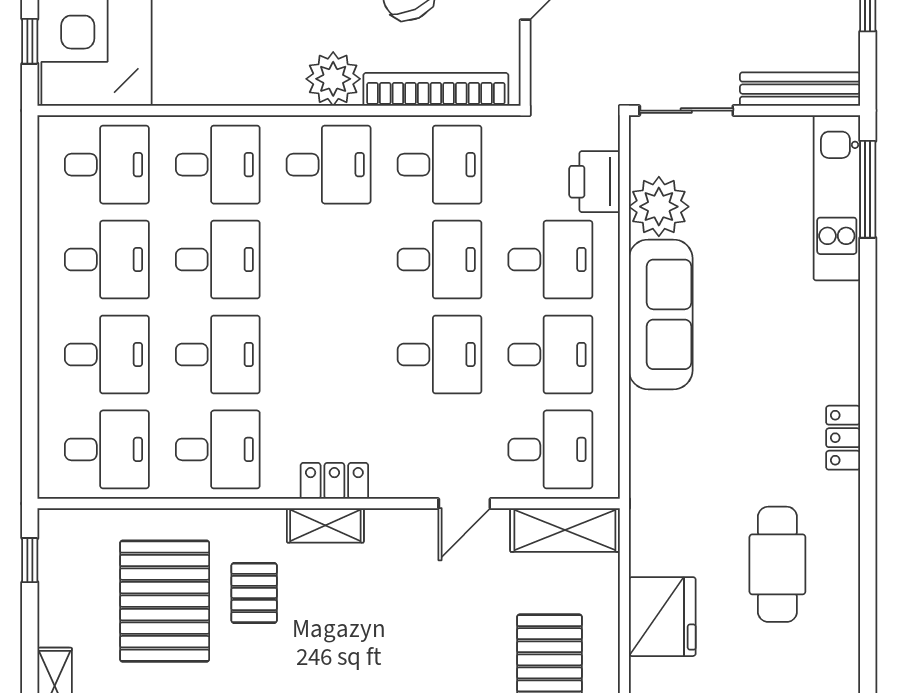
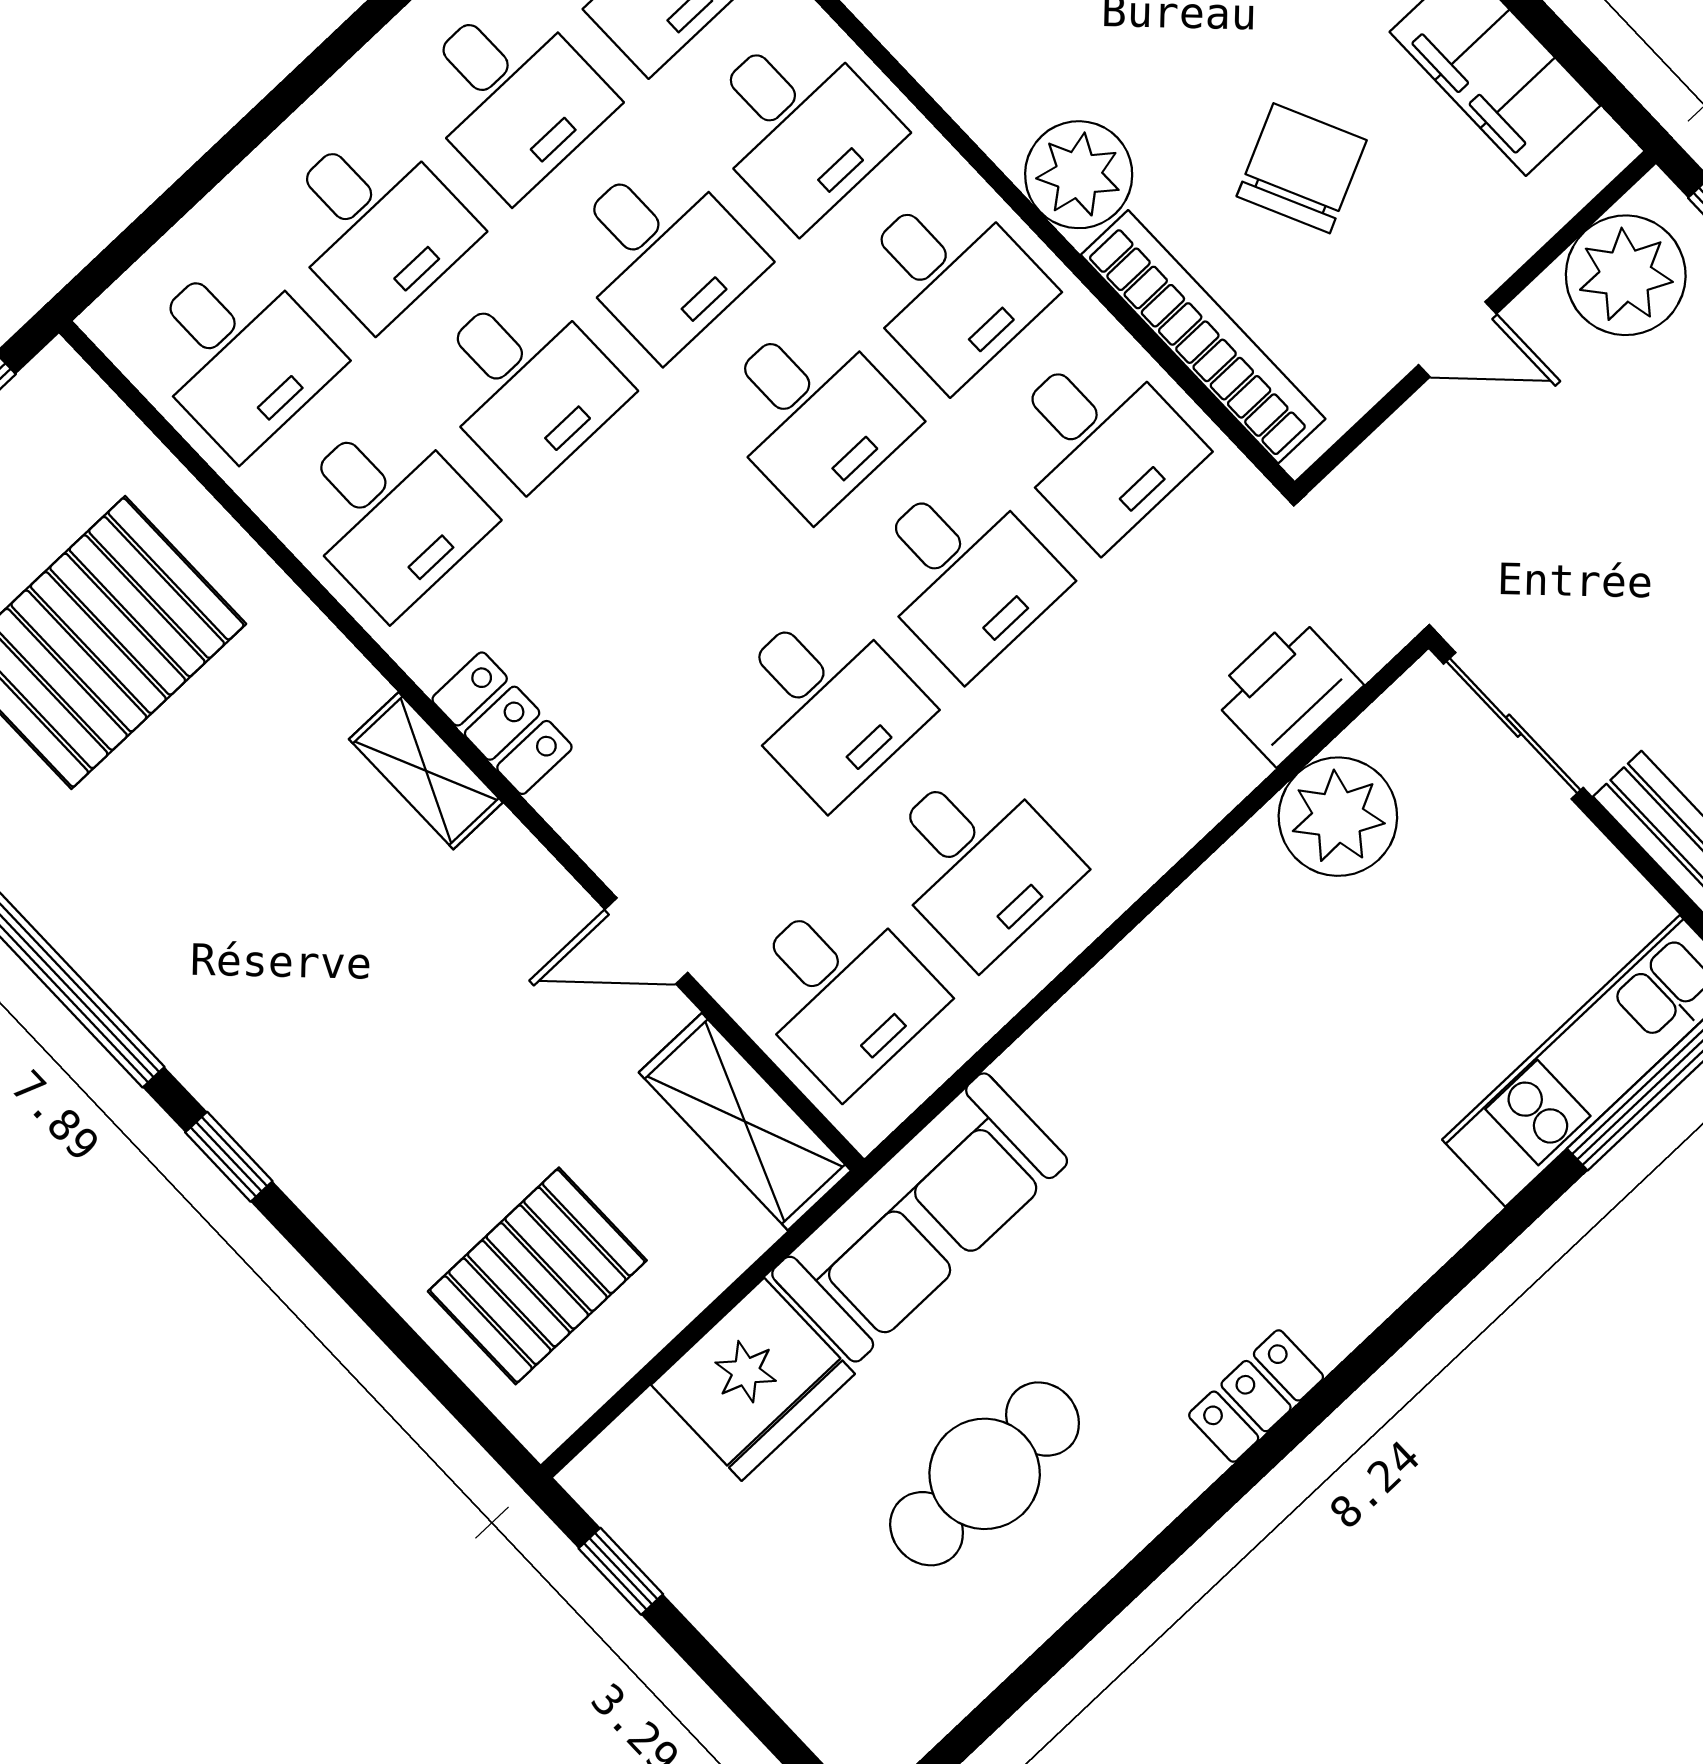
desk: (550, 260) -> (813, 414), moved
sofa: (661, 314) -> (920, 1217), moved
pallet: (254, 593) -> (232, 760), removed

